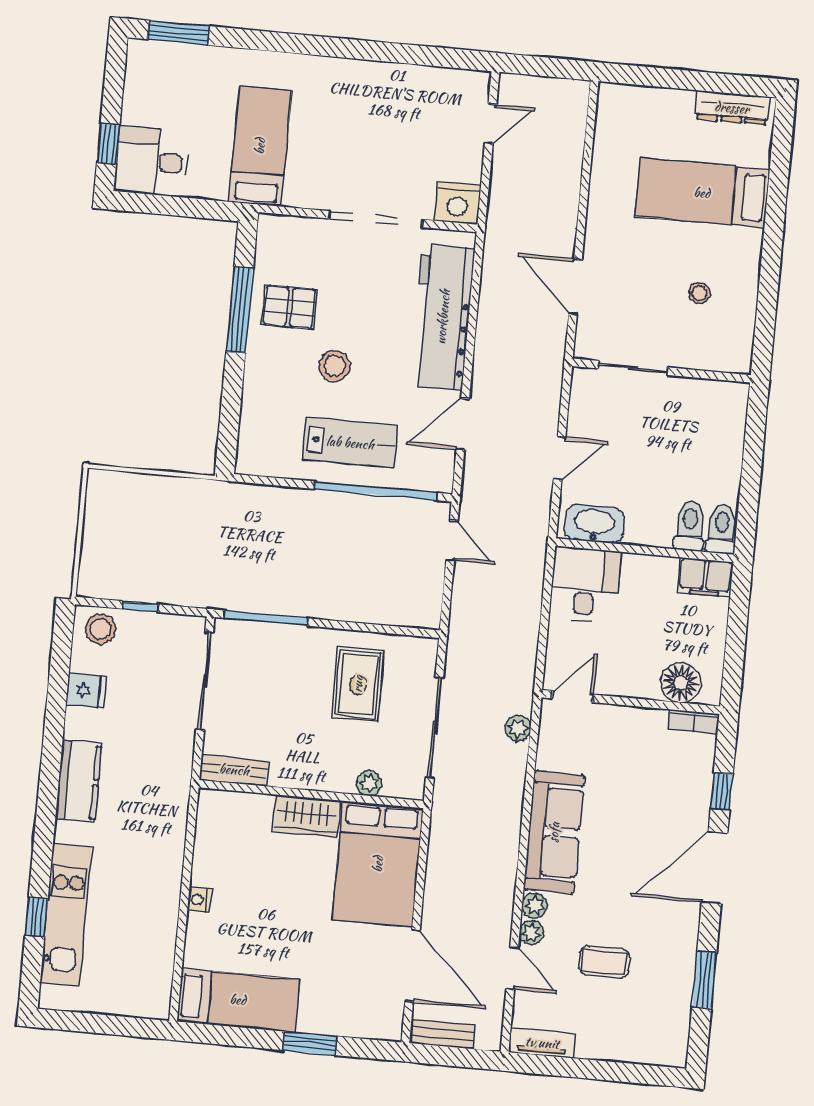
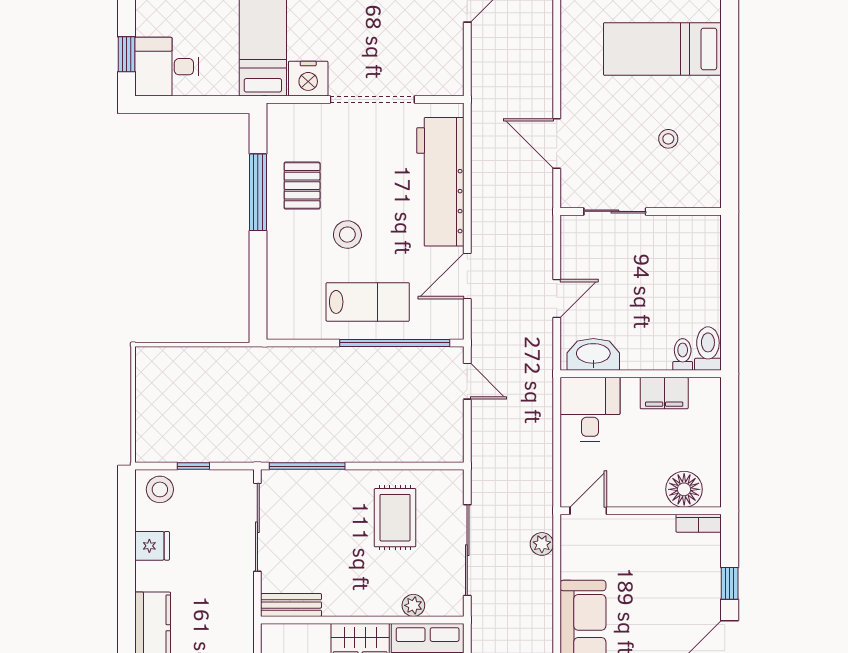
nightstand: (458, 203) -> (308, 79), moved
pallet: (289, 307) -> (302, 186), turned 90
toilet: (690, 526) -> (683, 354), width x0.73, depth x0.72
filing cabinet: (705, 577) -> (664, 393), moved

